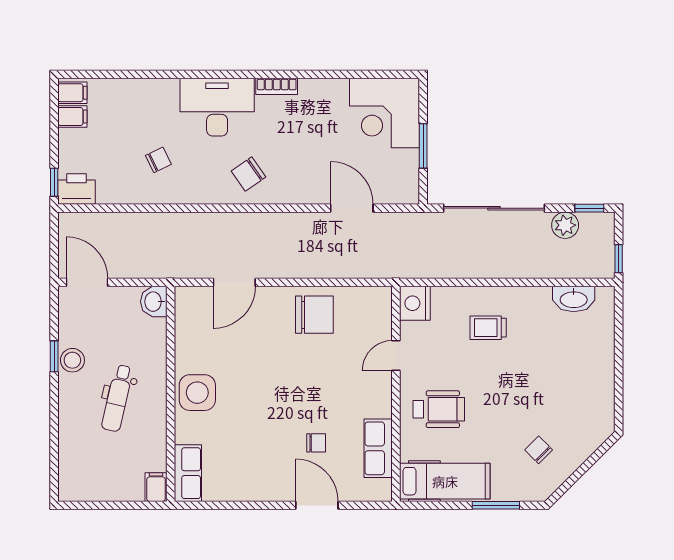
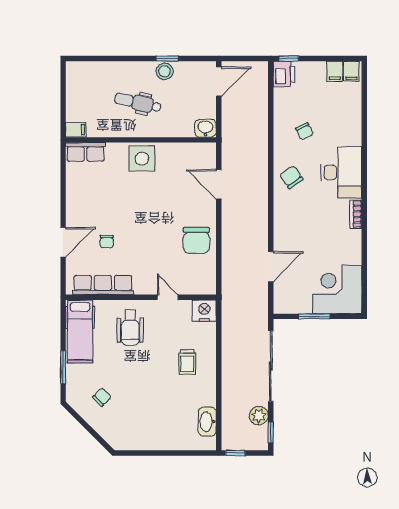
chair: (248, 174) -> (291, 177), moved
trolley: (488, 328) -> (187, 362), turned 180
row of seats: (378, 448) -> (103, 285), width x1.48

